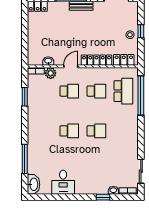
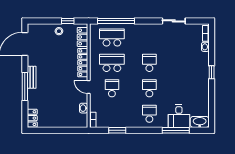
window: (141, 31) -> (68, 21), moved
plant: (51, 73) -> (95, 106), removed
school desk: (96, 91) -> (112, 63), width x1.85
school desk: (42, 131) -> (149, 114), added
sliding door: (141, 171) -> (174, 21), moved
desk: (63, 182) -> (179, 116), moved, turned 90
window: (103, 197) -> (212, 72), moved

